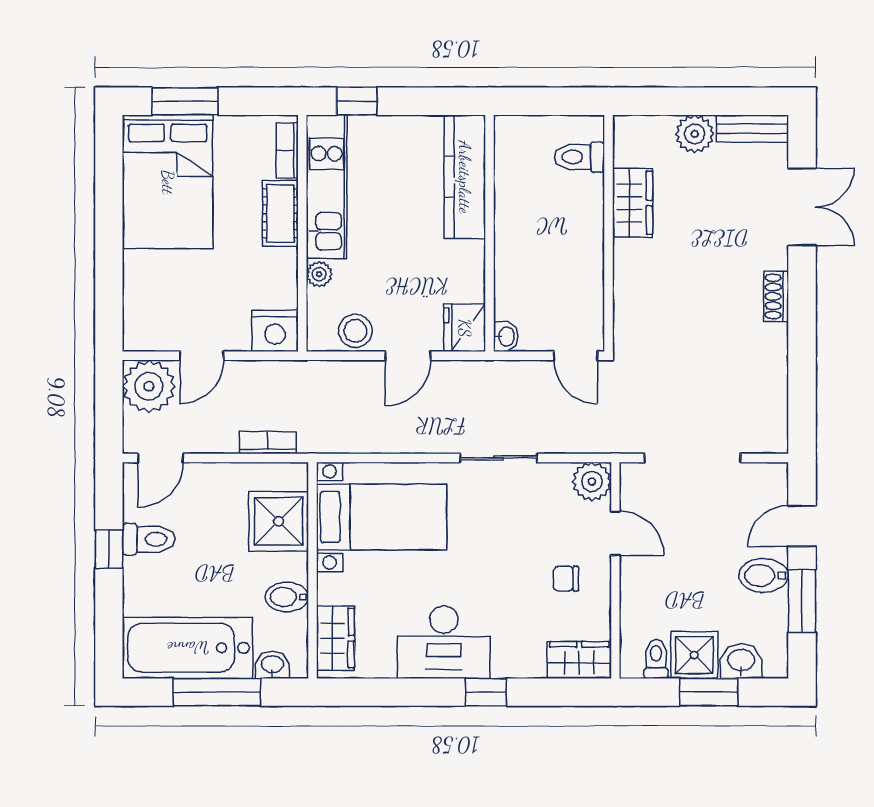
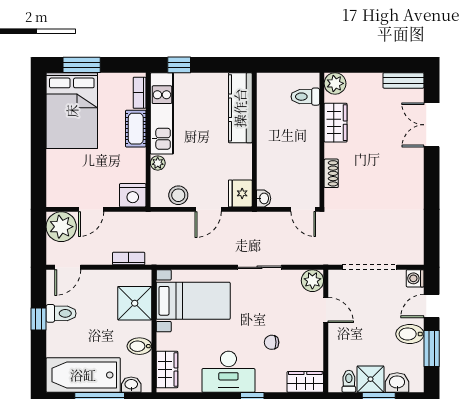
plant: (695, 134) -> (335, 83), moved
double door: (802, 207) -> (432, 125), swing flipped
shoe rack: (776, 296) -> (331, 173), moved, turned 180
washing machine: (773, 477) -> (415, 278), added
chair: (566, 579) -> (272, 342), moved

